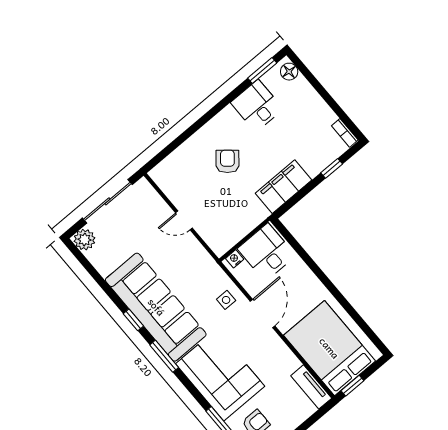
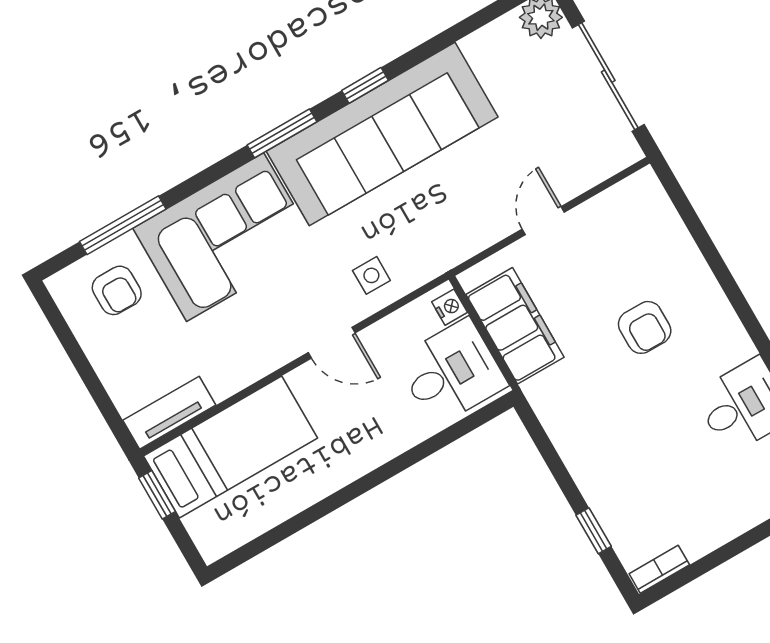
armchair: (227, 161) -> (645, 327), turned 50
filing cabinet: (284, 187) -> (515, 326), moved
door: (263, 313) -> (332, 343), width x0.73
bed: (329, 348) -> (230, 447), width x0.67

